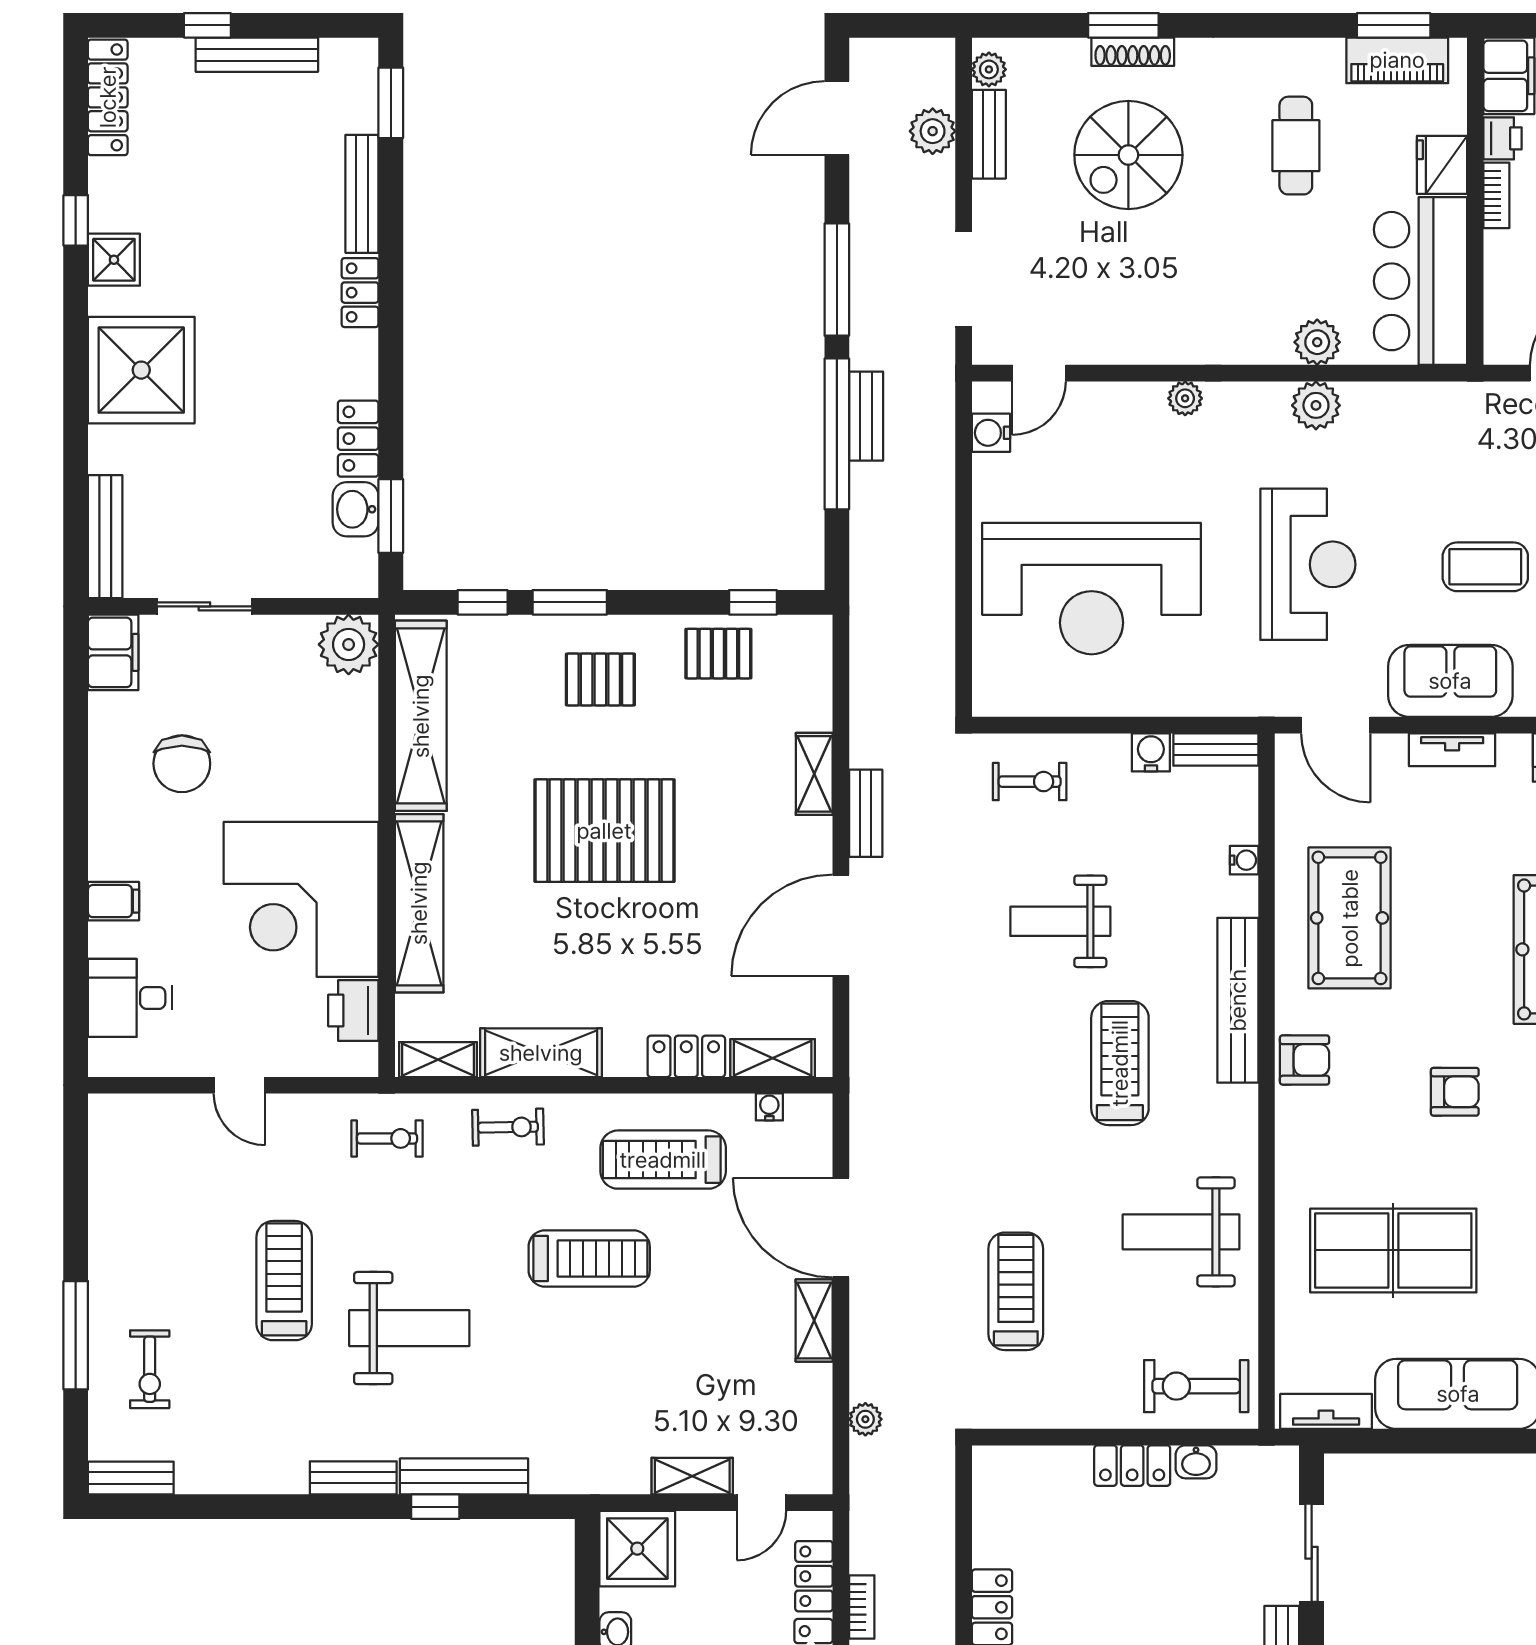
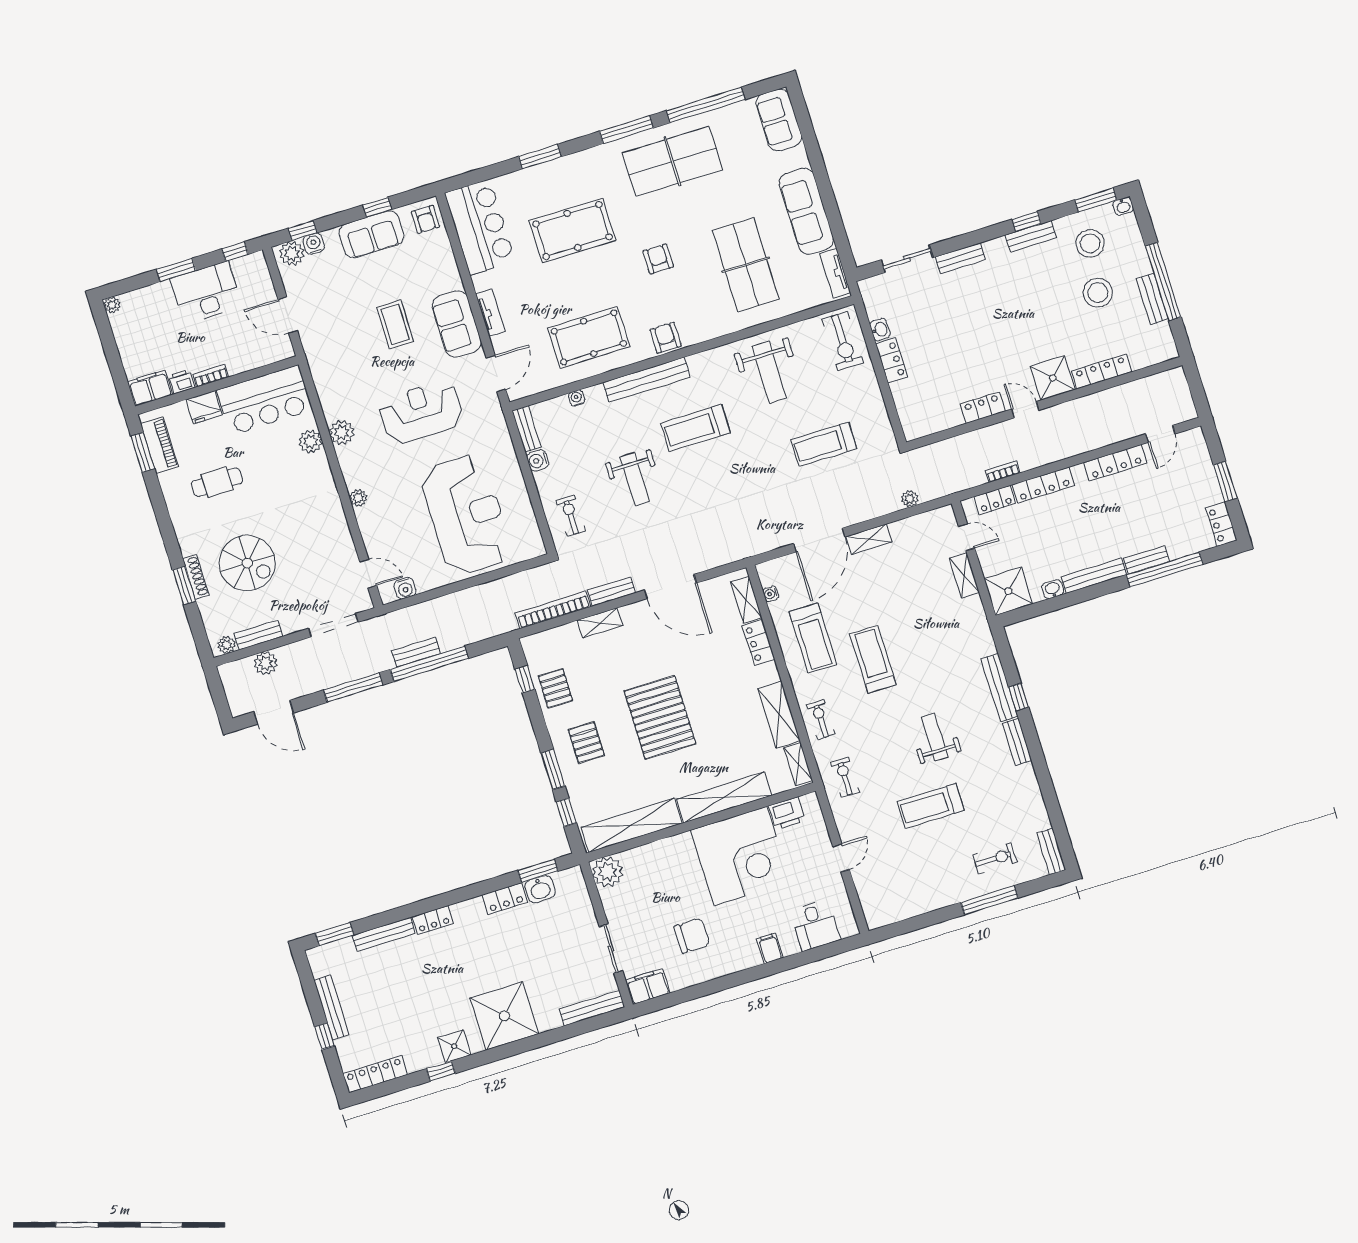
bookcase: (865, 694) -> (553, 610), added
weight bench: (409, 1328) -> (935, 737), width x0.73, depth x0.75

